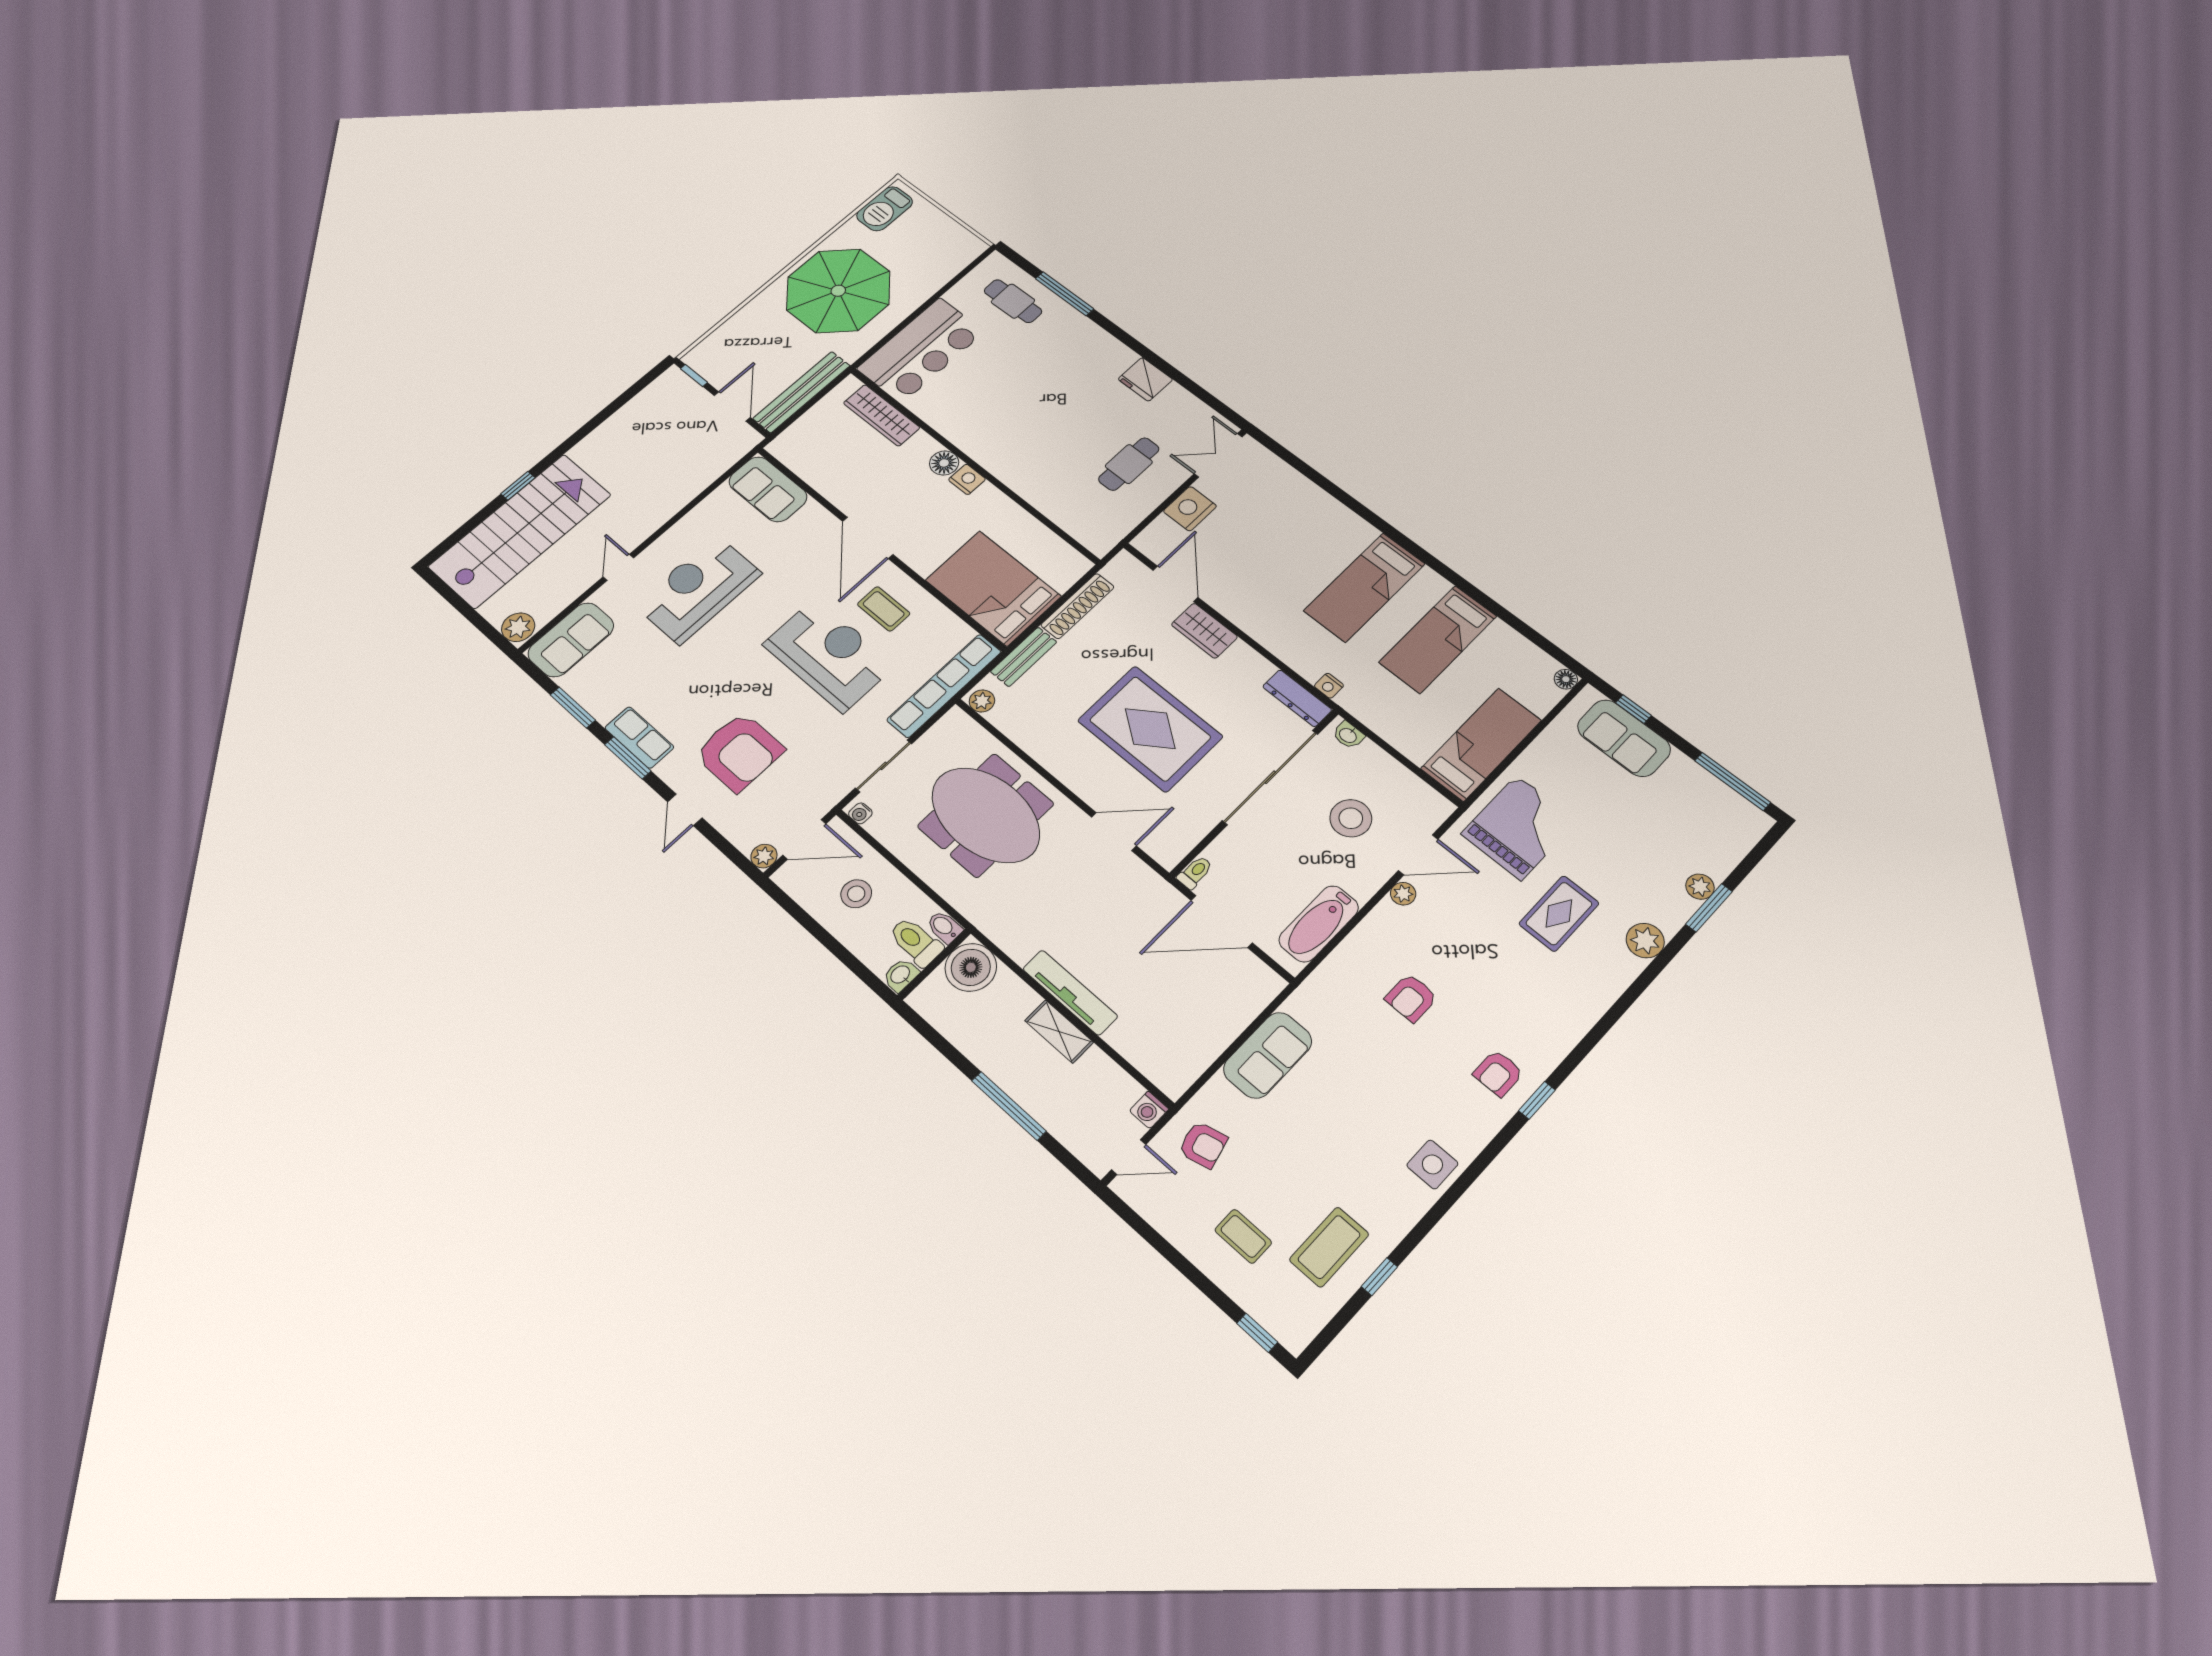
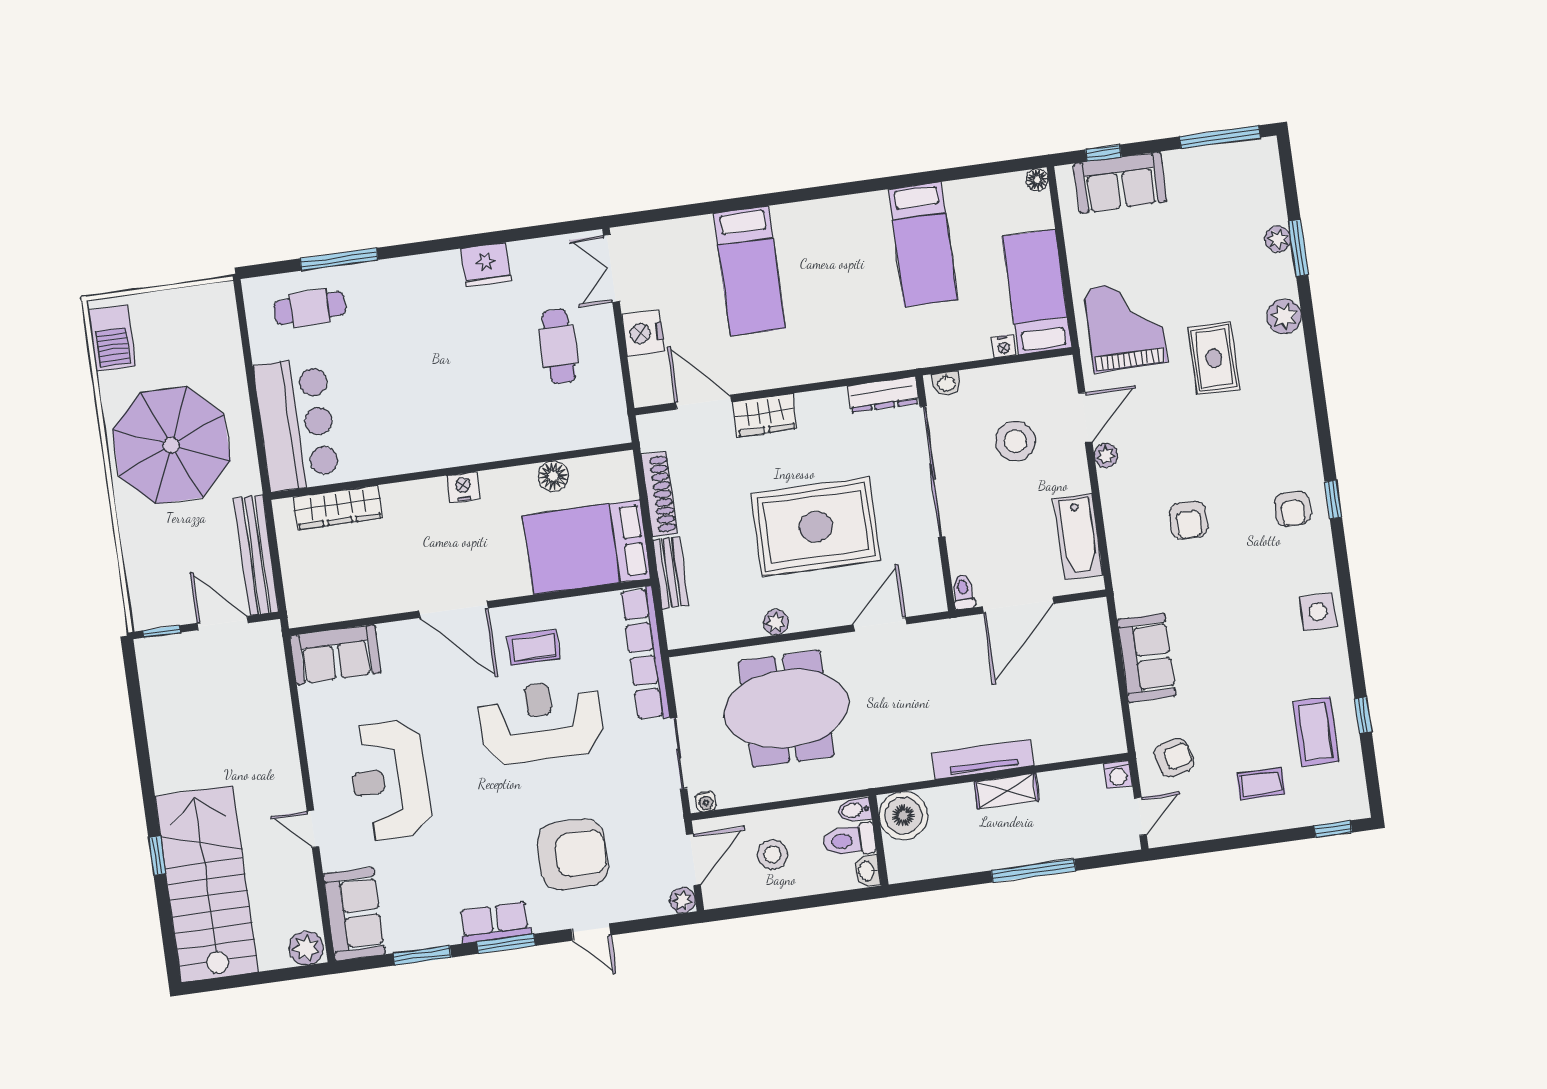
floor lamp: (944, 463) -> (553, 476), moved
bed: (1364, 587) -> (750, 271), moved
nightstand: (1329, 686) -> (1004, 346), moved
plant: (982, 701) -> (776, 622), moved

